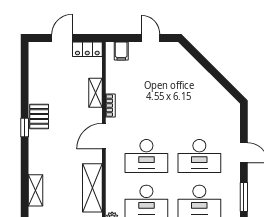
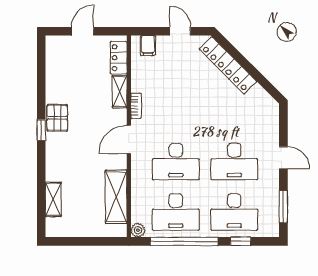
locker: (87, 49) -> (119, 58), moved, turned 90
locker: (194, 69) -> (228, 65), added

